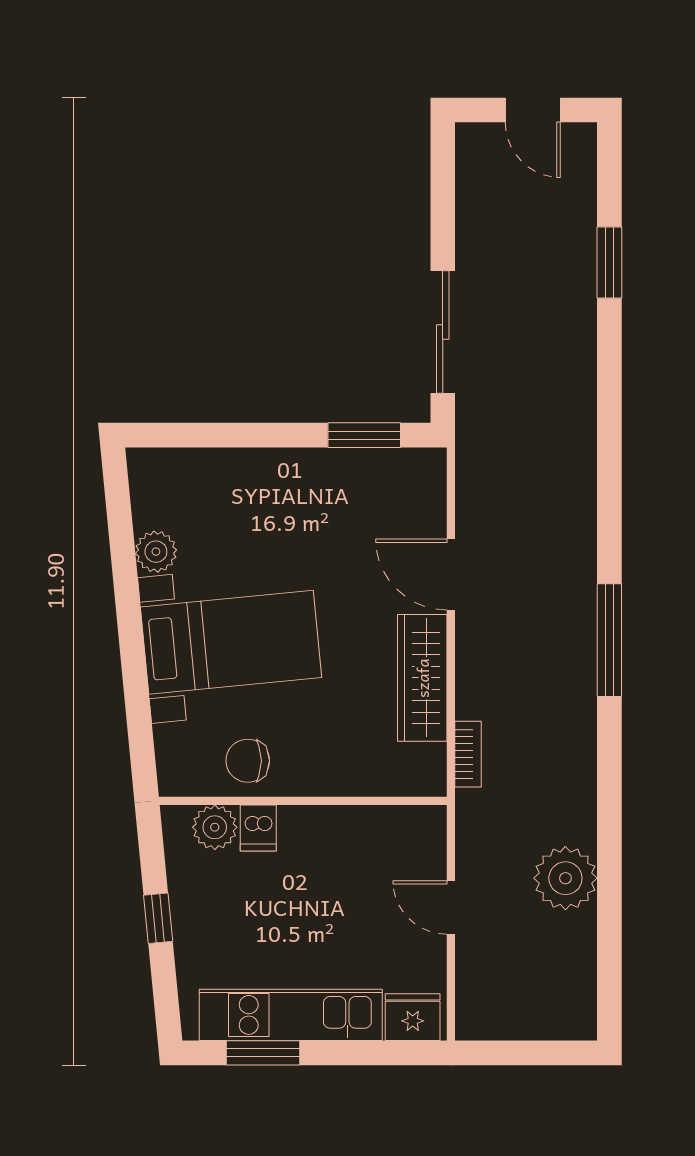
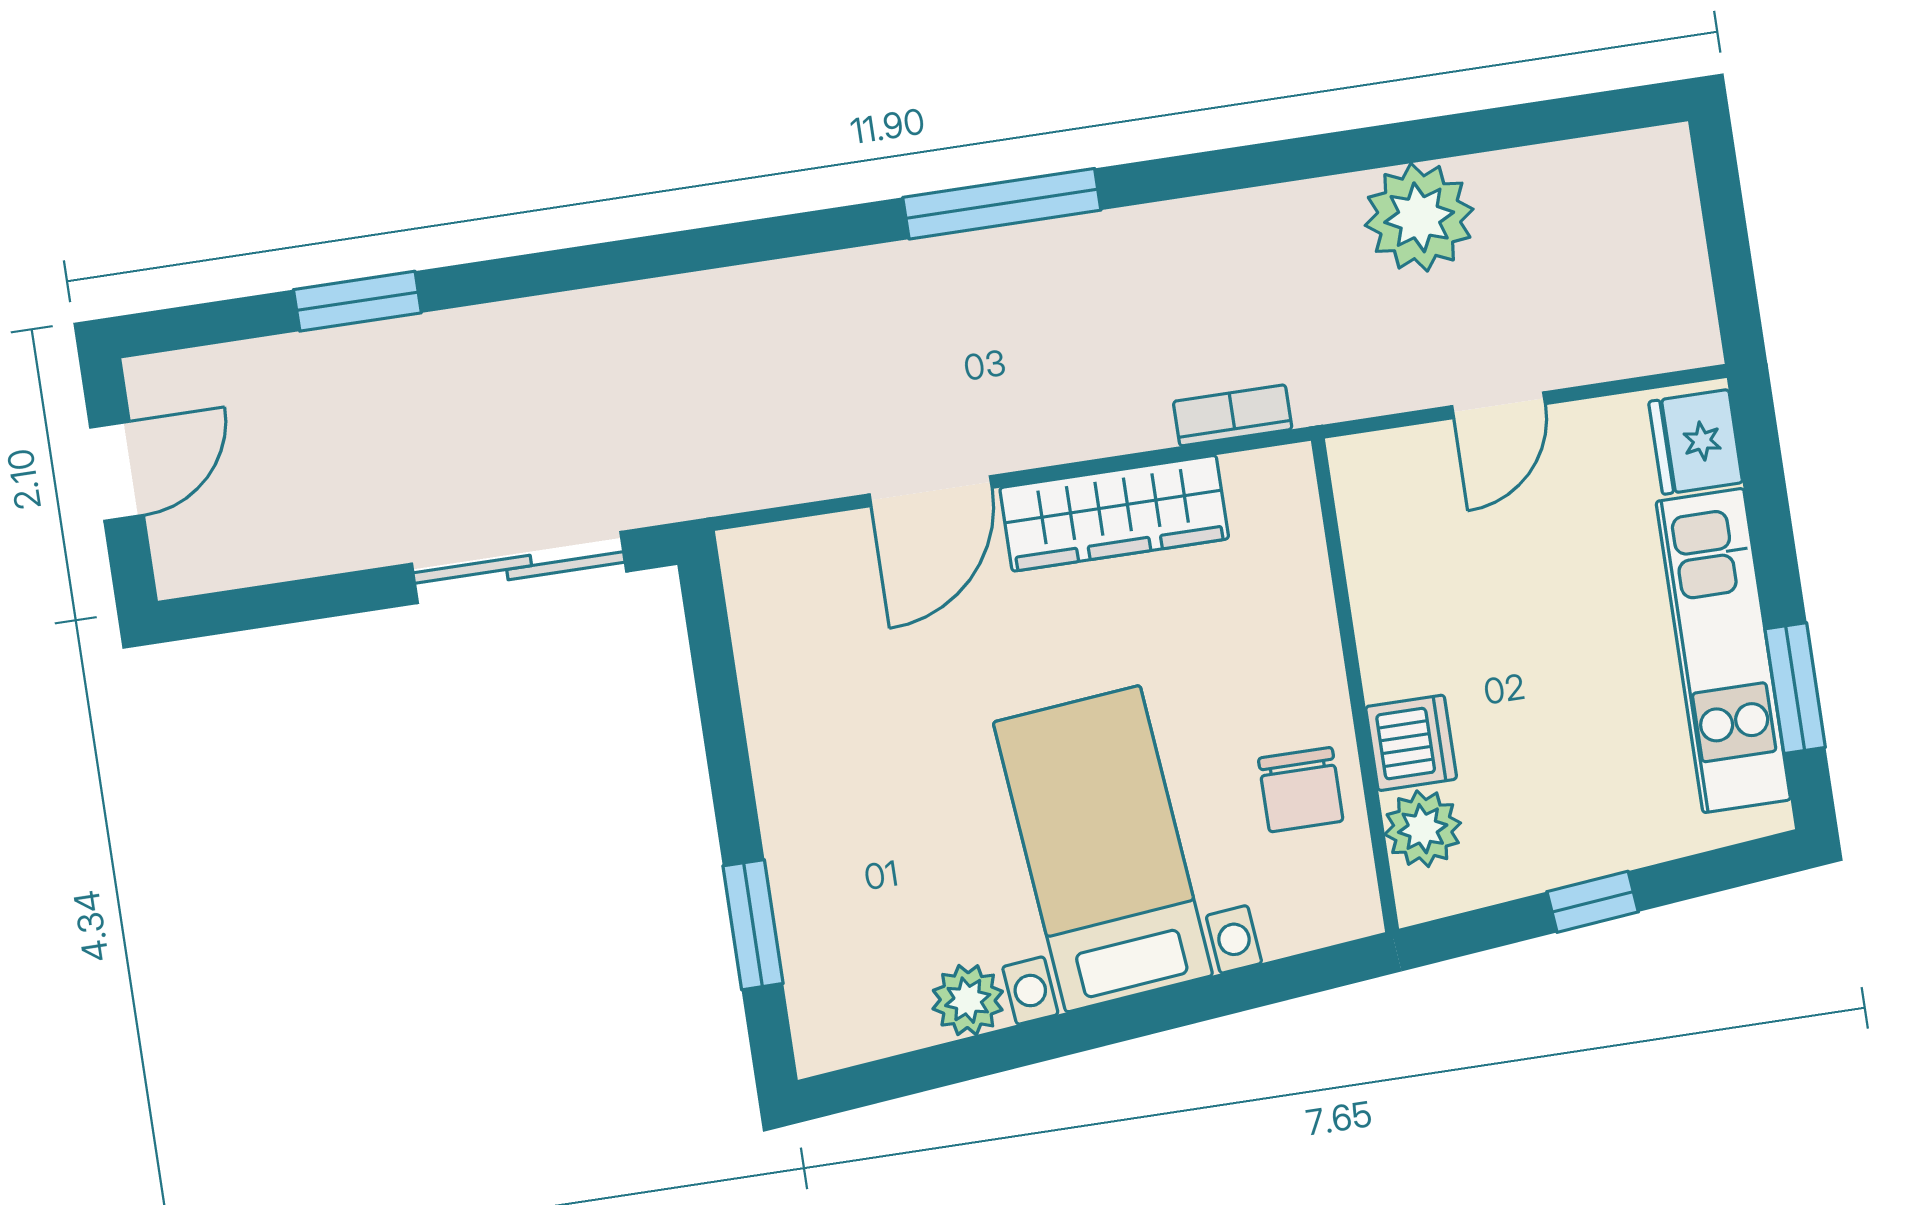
window: (364, 435) -> (753, 925), moved
dishwasher: (258, 828) -> (1411, 743), width x1.38

